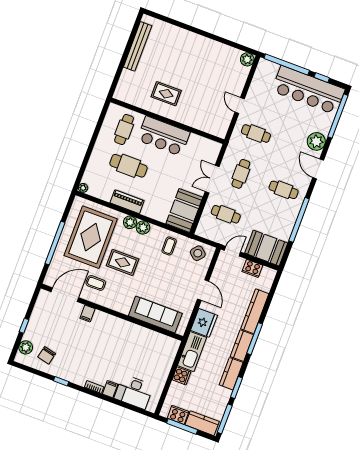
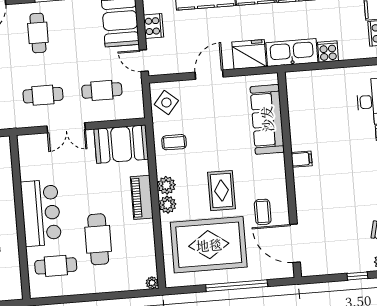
piano: (127, 202) -> (142, 197), moved
cafe table: (226, 214) -> (102, 90), turned 90
filing cabinet: (88, 313) -> (302, 159), moved

